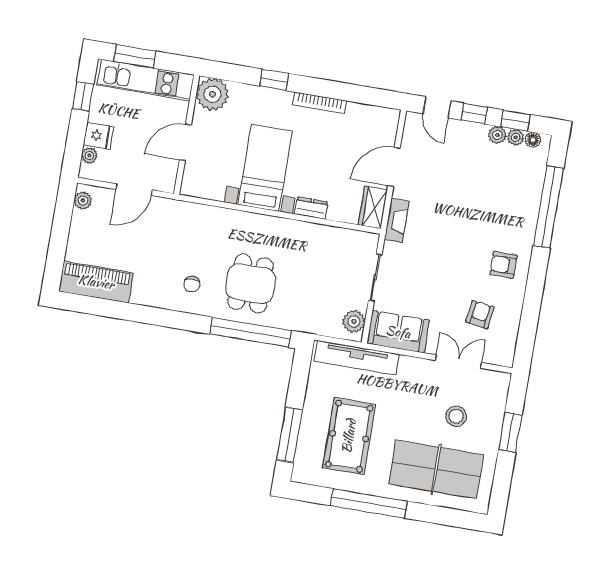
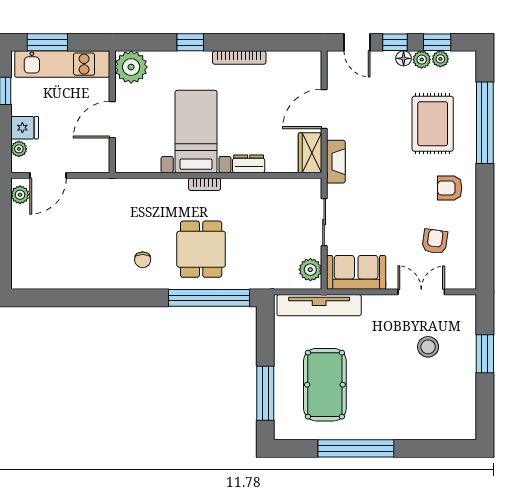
floor lamp: (533, 140) -> (404, 58), moved
door: (134, 190) -> (48, 175), moved
rug: (497, 199) -> (433, 124), added
bookcase: (265, 221) -> (205, 184), added
piano: (96, 282) -> (47, 274), removed
table tennis table: (436, 469) -> (417, 403), removed

